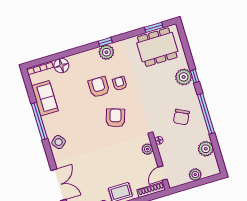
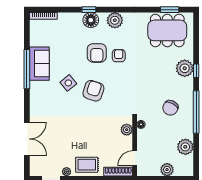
window: (105, 42) -> (89, 10), moved
floor lamp: (61, 66) -> (91, 20), moved
armchair: (99, 87) -> (97, 53), turned 180
sofa: (45, 98) -> (39, 64), moved
armchair: (115, 118) -> (93, 91), moved
side table: (59, 142) -> (68, 83), moved

